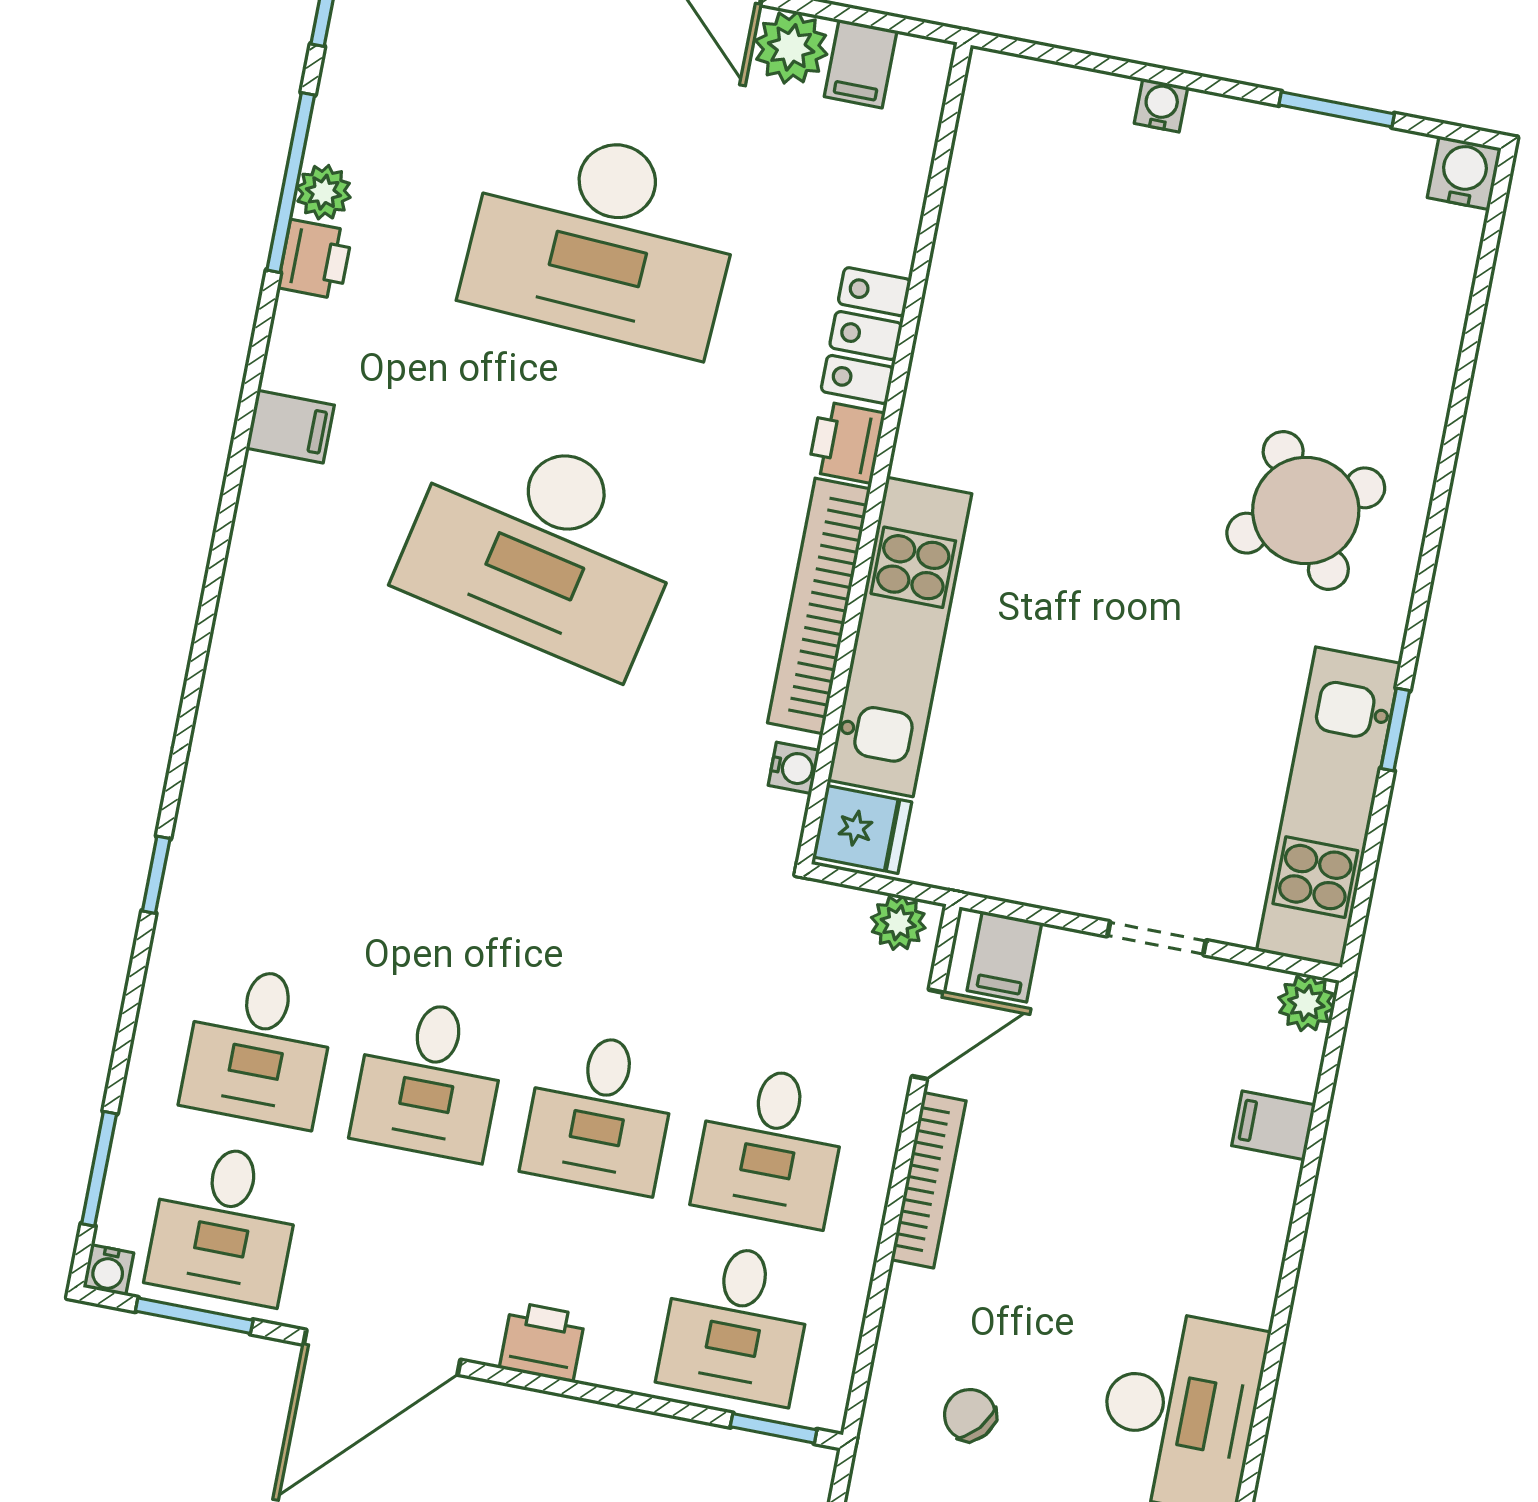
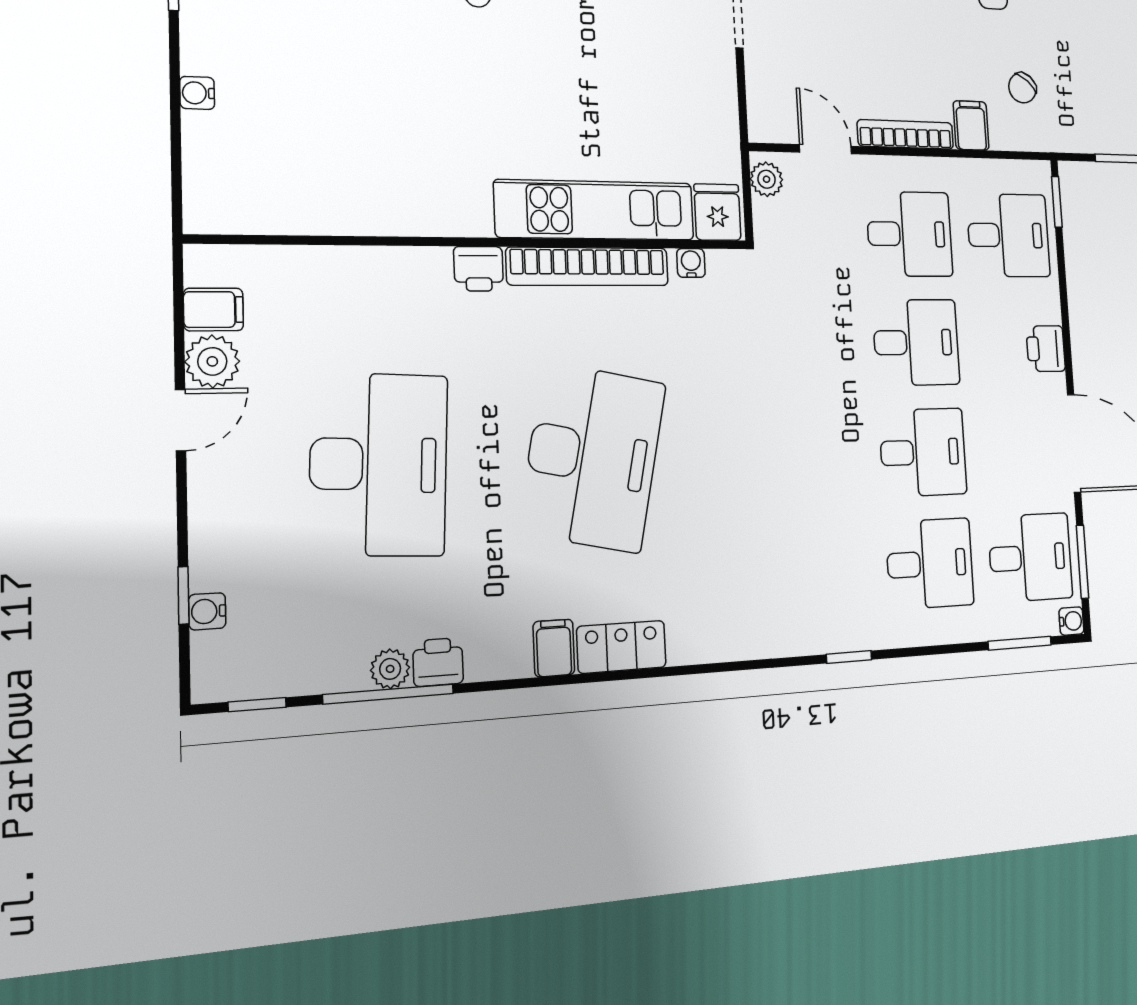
locker: (866, 336) -> (621, 647), moved, turned 180
filing cabinet: (1004, 957) -> (971, 125), moved, turned -90

